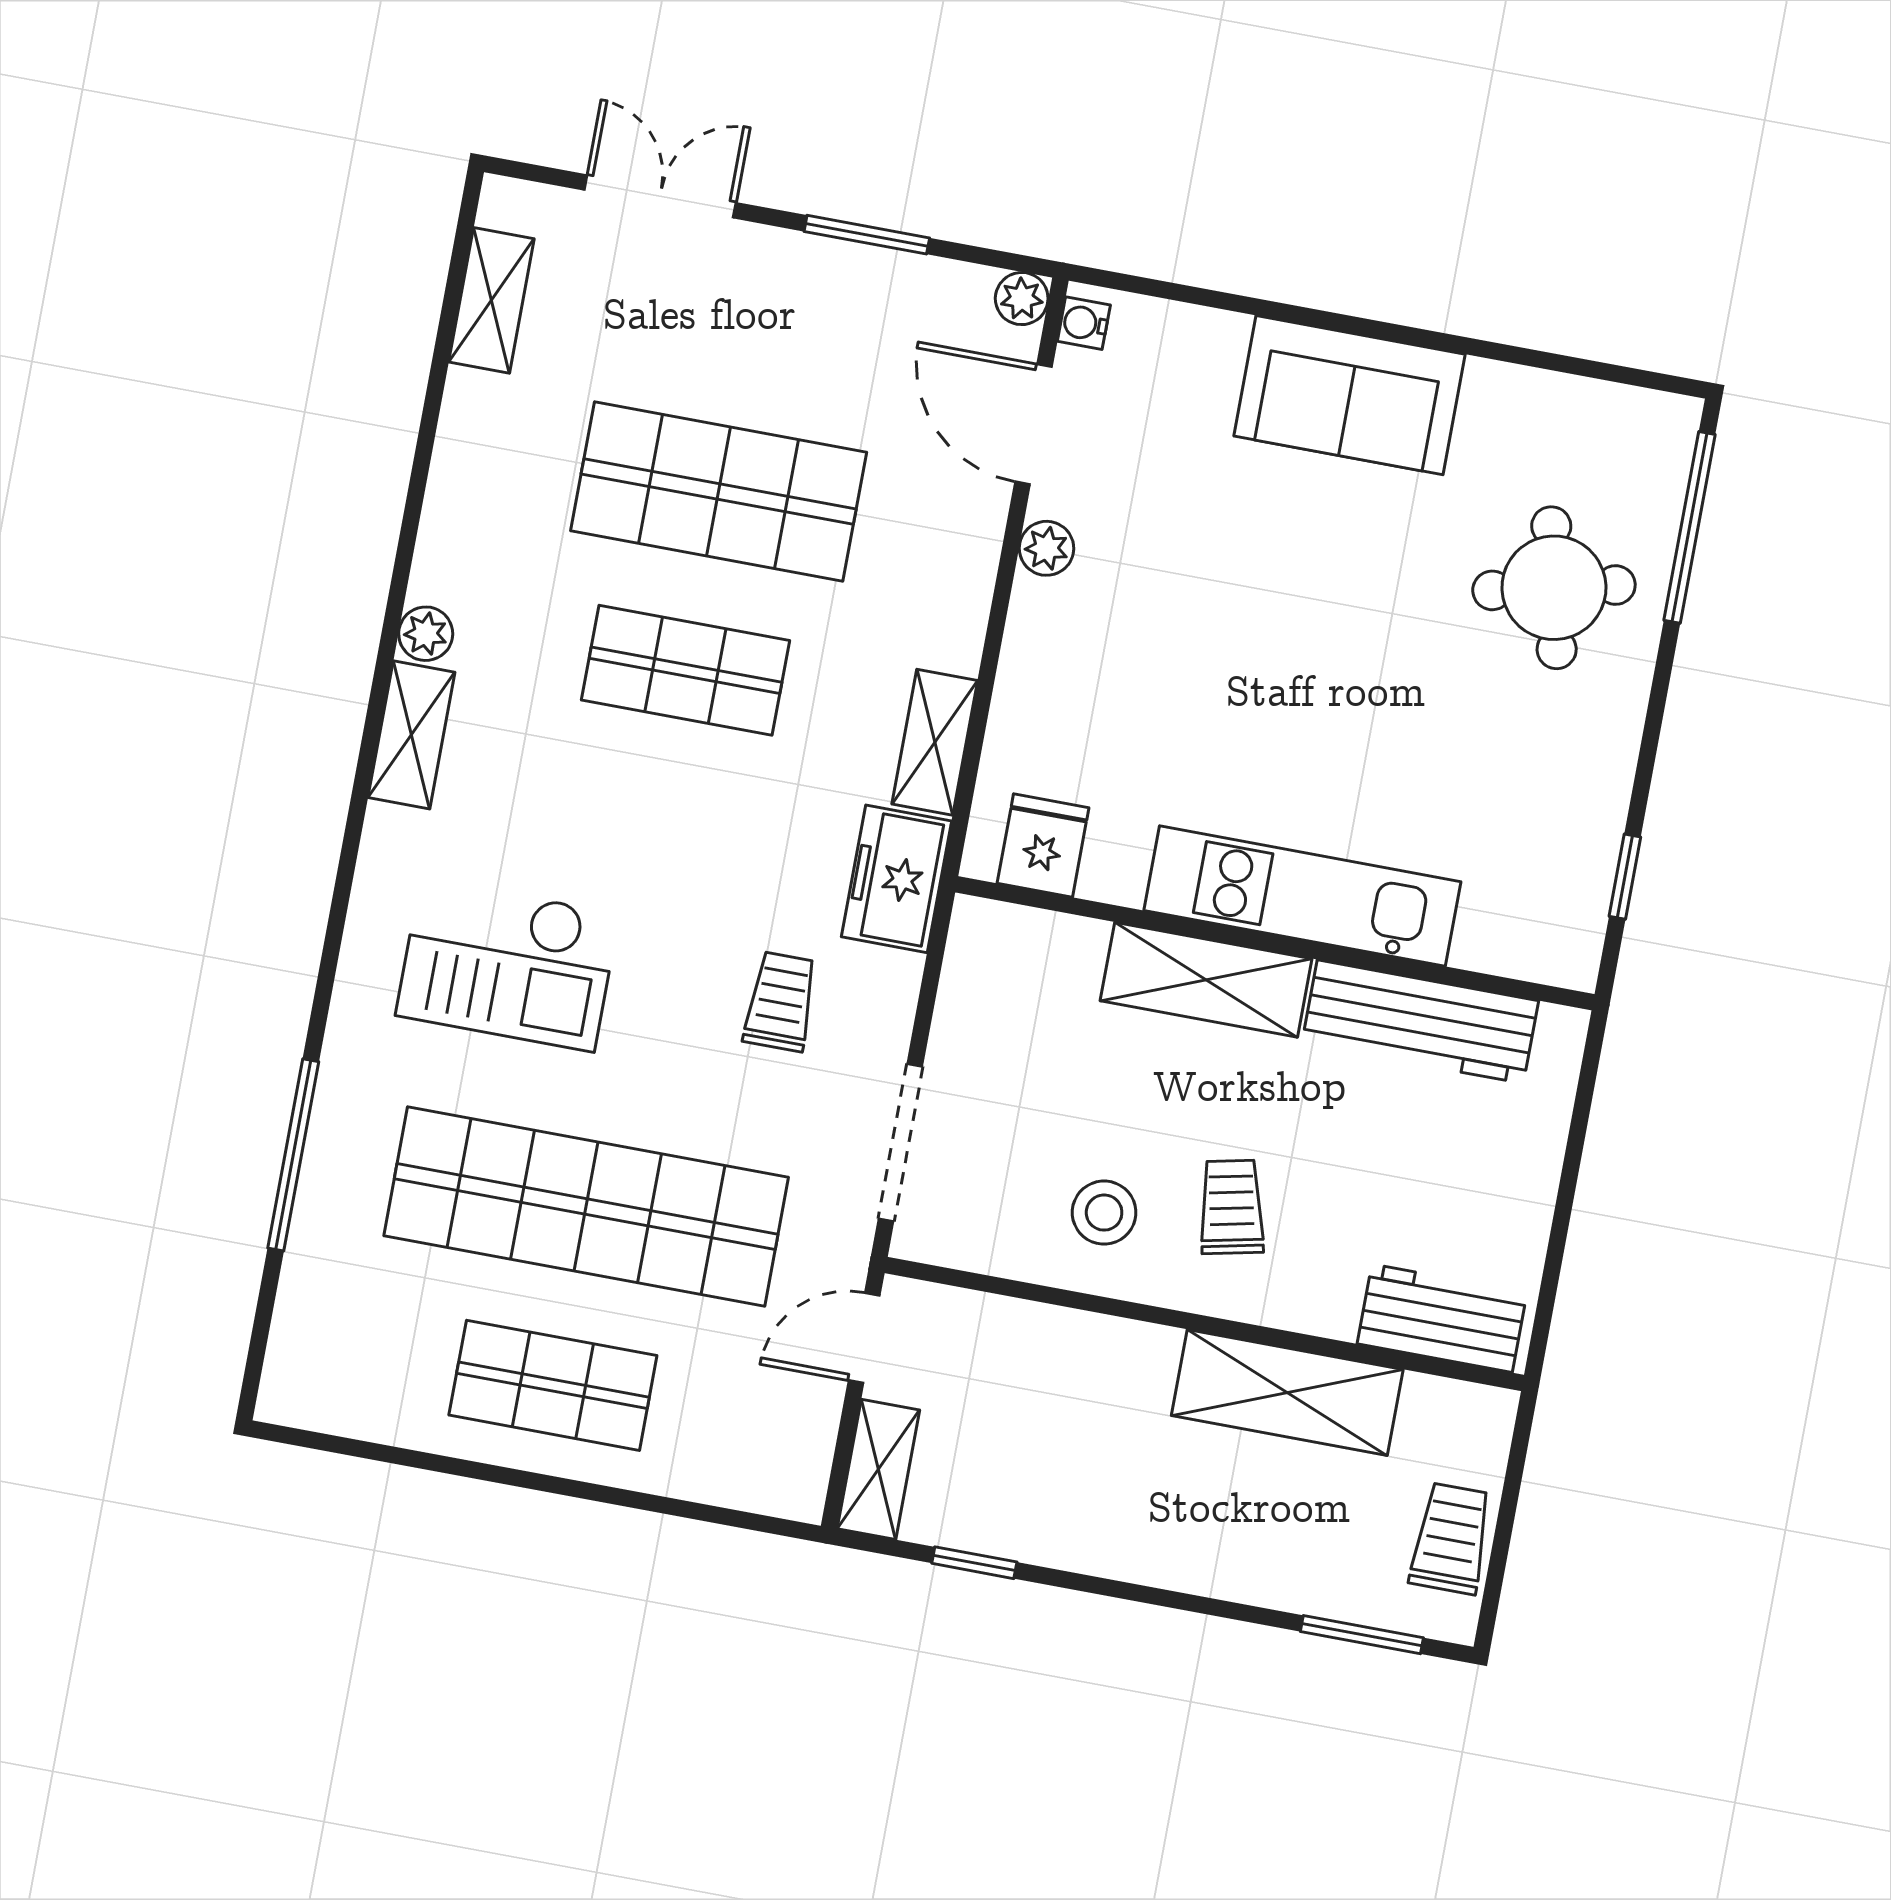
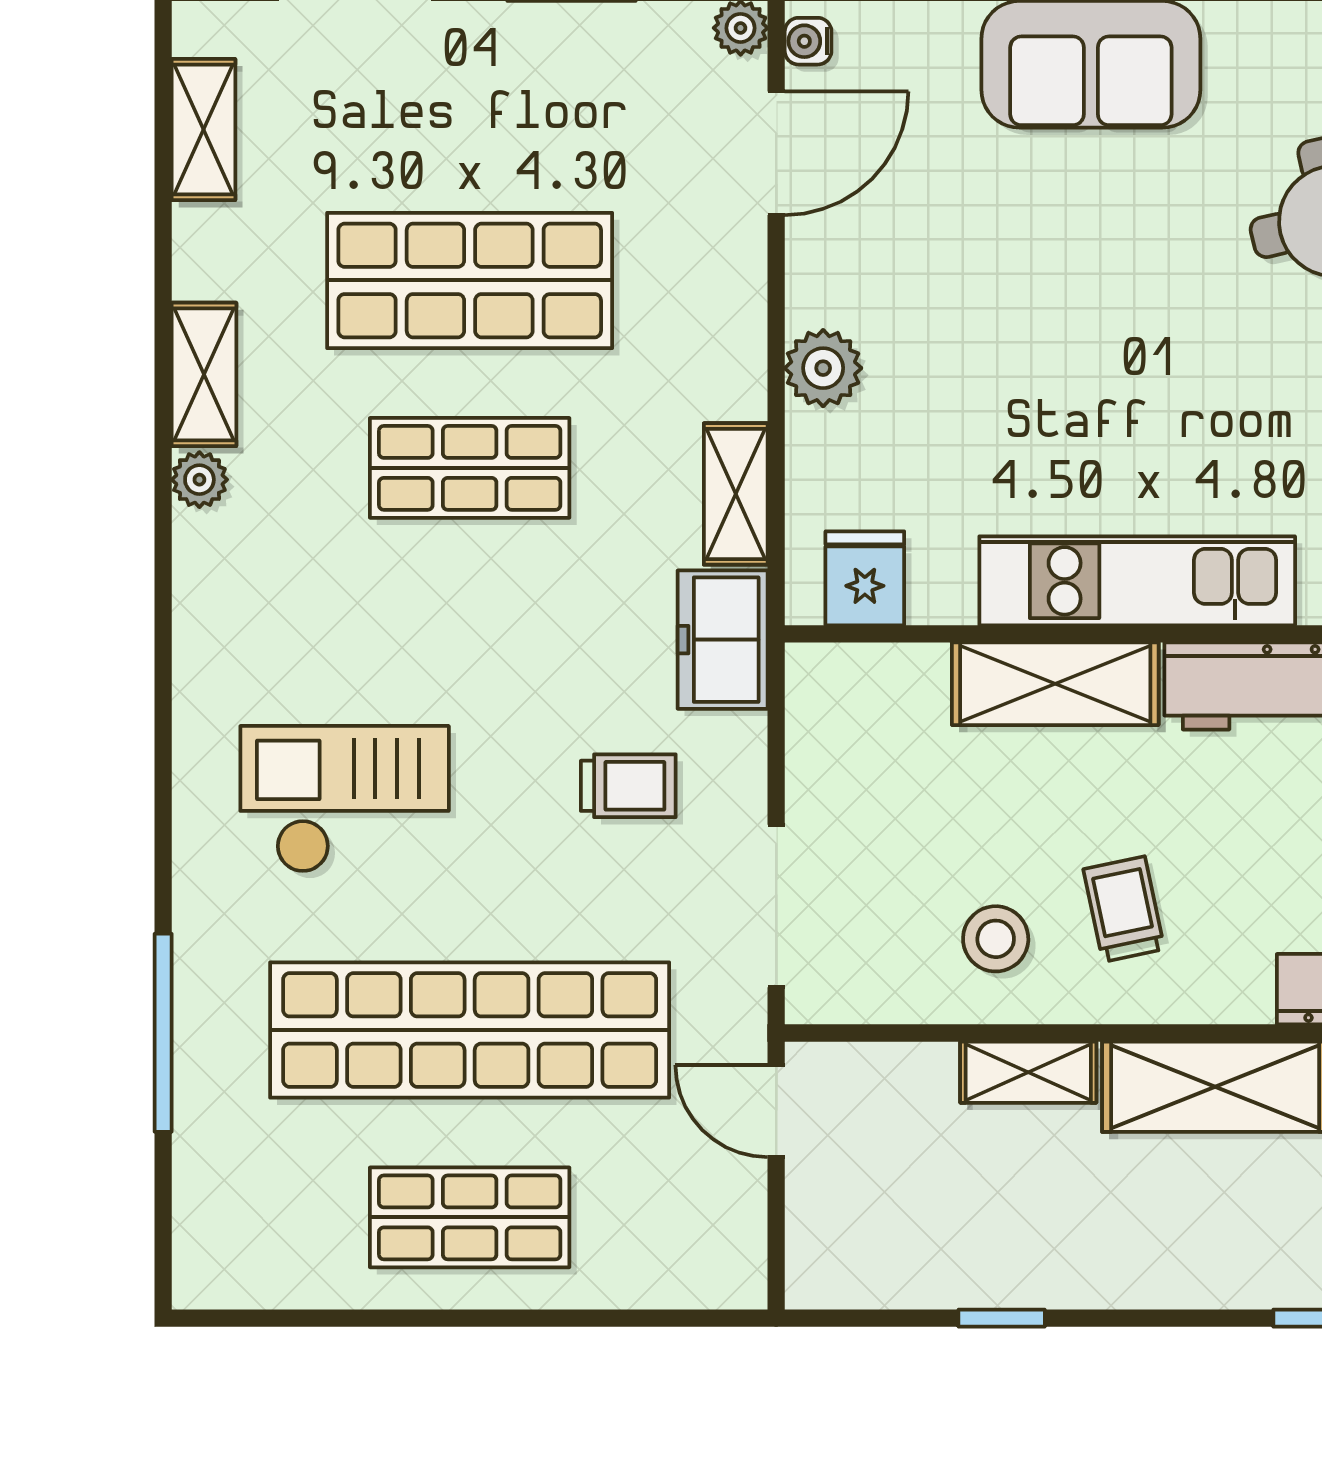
door: (1034, 424) -> (776, 153), swing flipped
plant: (1047, 548) -> (823, 368), moved, width x1.38, depth x1.38
shelving: (411, 735) -> (204, 374), moved
checkout: (508, 964) -> (345, 799), turned 180
trolley: (781, 1002) -> (628, 786), turned 90
door: (864, 1338) -> (776, 1111), hinge flipped
shelving: (878, 1469) -> (1028, 1072), moved, turned 90
window: (974, 1563) -> (1002, 1318), moved

